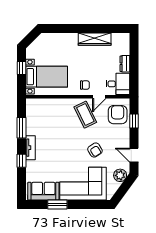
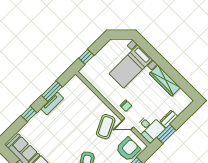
window: (21, 68) -> (86, 57), moved
window: (134, 76) -> (166, 134), added
bed with nightstands: (47, 77) -> (131, 66), moved, turned 90
tv unit: (30, 148) -> (52, 103), moved

